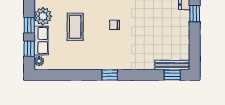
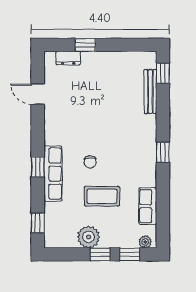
chair: (115, 25) -> (90, 162), moved
row of seats: (41, 41) -> (148, 206), moved, turned -90
bench: (172, 65) -> (150, 92), moved

